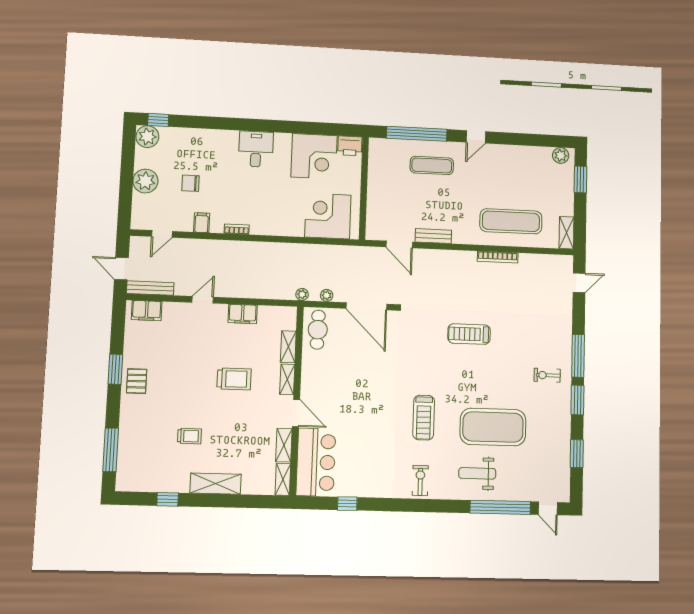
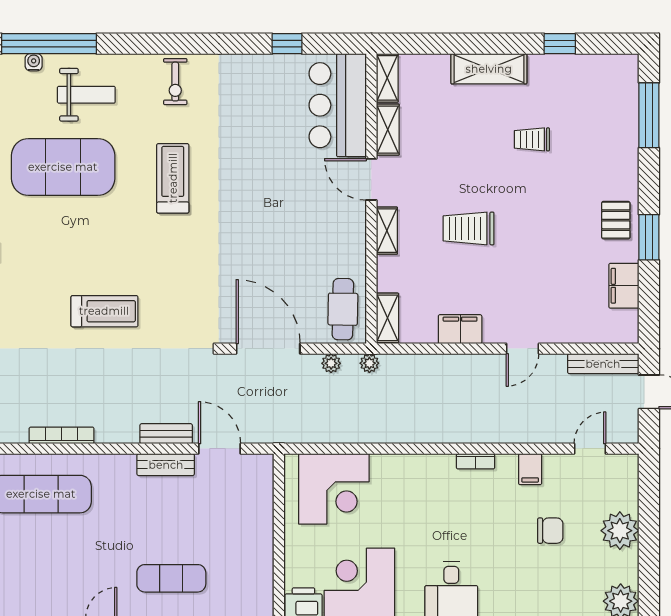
bench: (432, 255) -> (166, 434), added
filing cabinet: (147, 311) -> (624, 286), moved, turned -90
shelving: (288, 347) -> (387, 318), moved
water cooler: (510, 495) -> (34, 62), added

